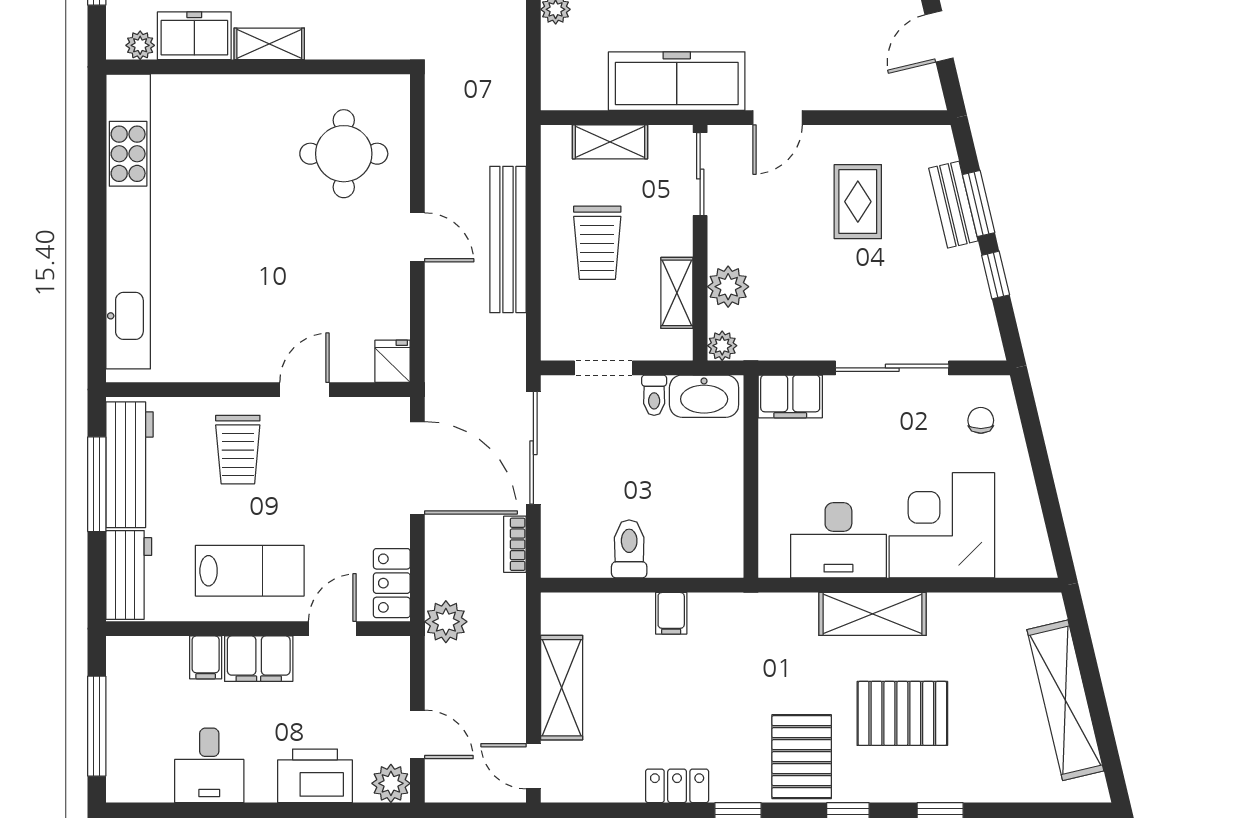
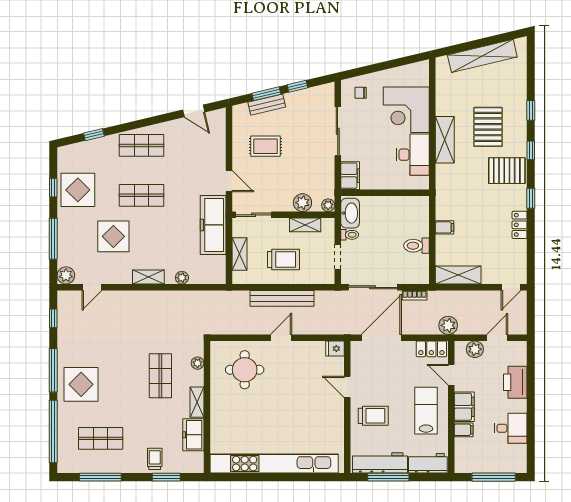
plant: (140, 45) -> (198, 363), moved
shelving: (562, 688) -> (458, 275), moved
plant: (391, 783) -> (475, 349), moved

